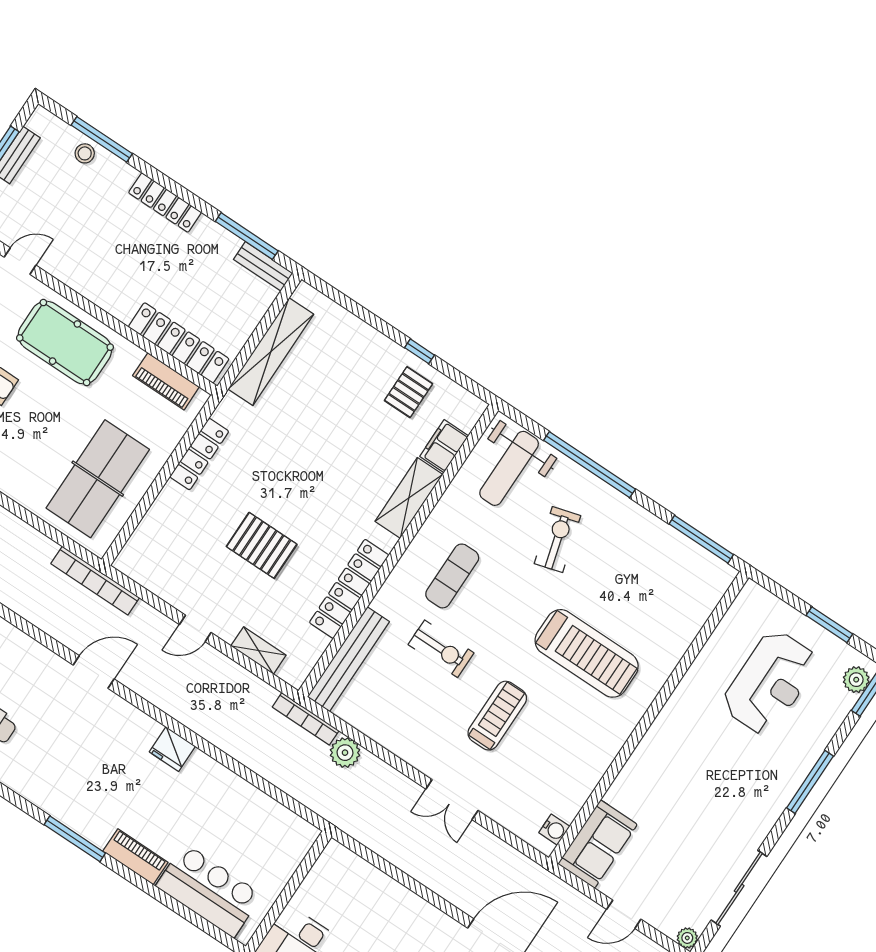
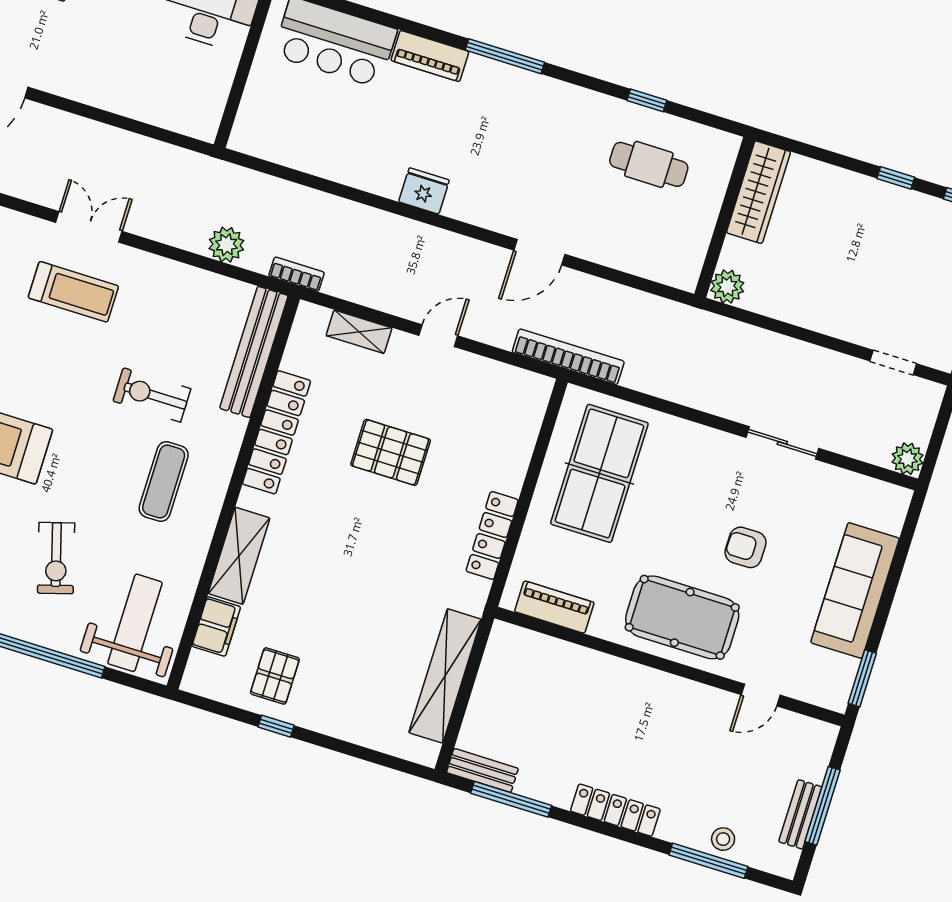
locker: (179, 343) -> (553, 655), removed
treadmill: (497, 716) -> (73, 292), moved, turned -90
bookcase: (306, 719) -> (296, 274), width x0.64

